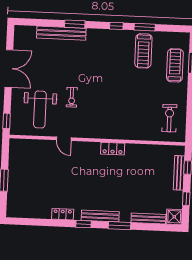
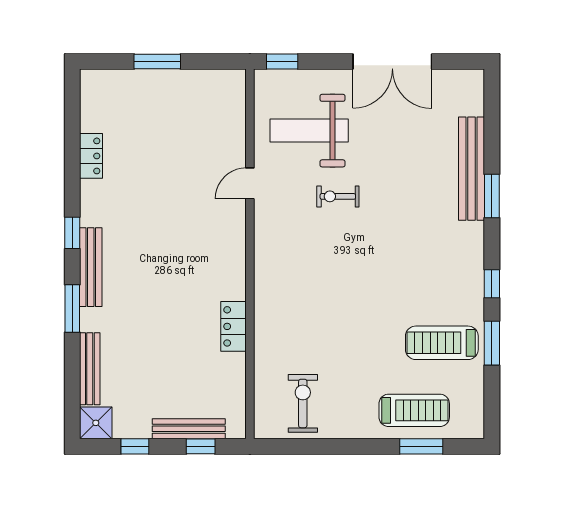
exercise bike: (169, 118) -> (303, 403), turned -90
locker: (113, 149) -> (233, 326), moved
locker: (63, 214) -> (91, 156), moved

